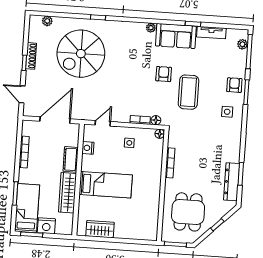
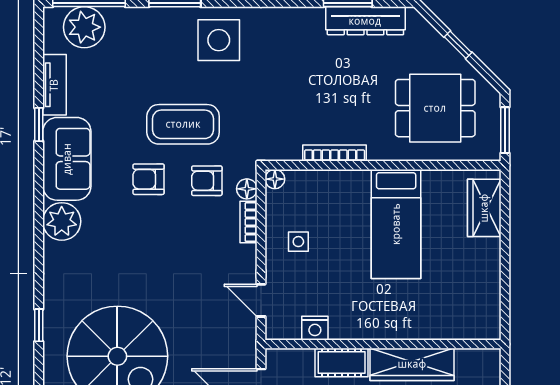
plant: (151, 28) -> (62, 221), width x1.88, depth x1.88
plant: (242, 44) -> (84, 27), width x1.88, depth x1.88
armchair: (234, 85) -> (207, 181), moved
side table: (227, 112) -> (219, 40), width x1.87, depth x1.87
bed: (106, 185) -> (396, 224), moved, turned 180
wardrobe: (100, 229) -> (484, 208), moved

